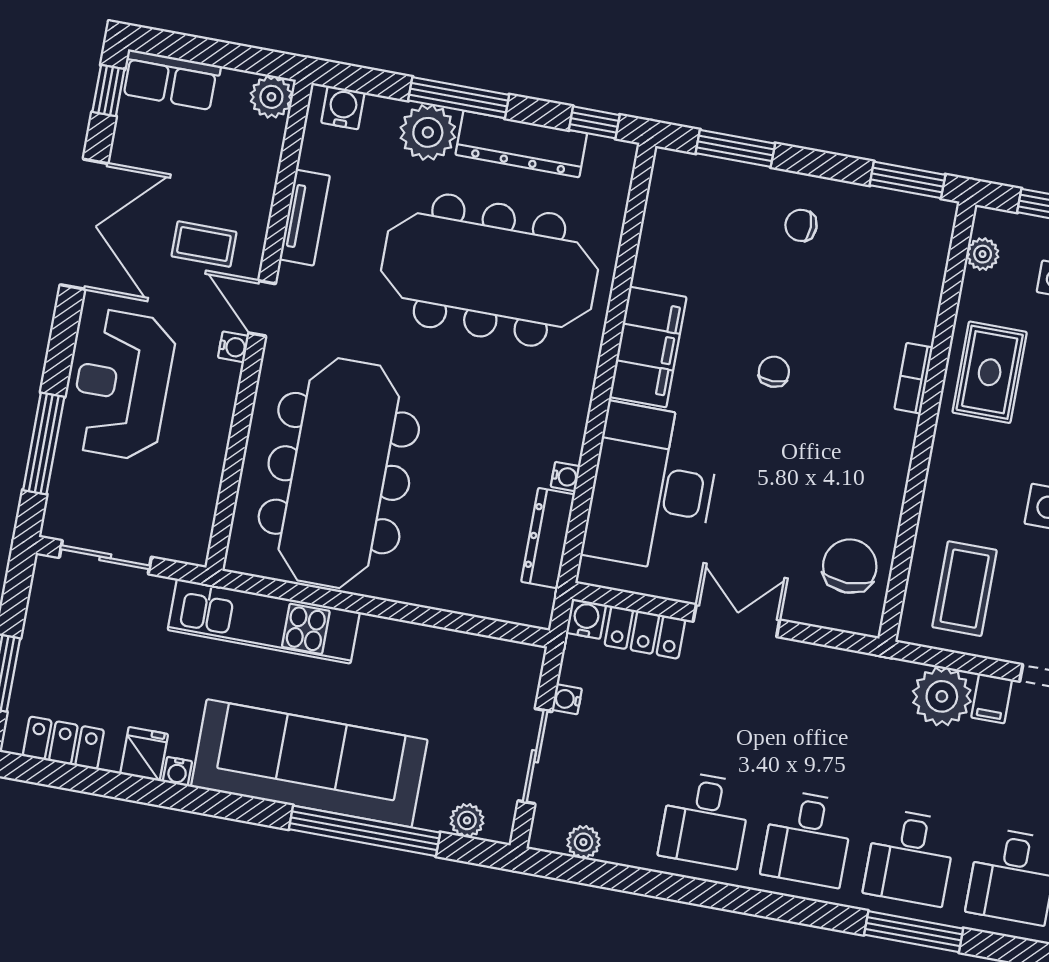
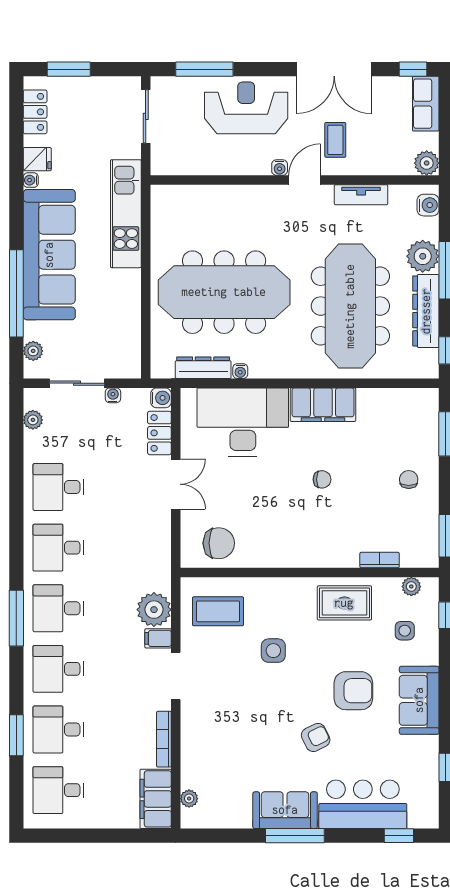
bookcase: (914, 378) -> (380, 560), moved
meeting table: (339, 473) -> (224, 292), moved

